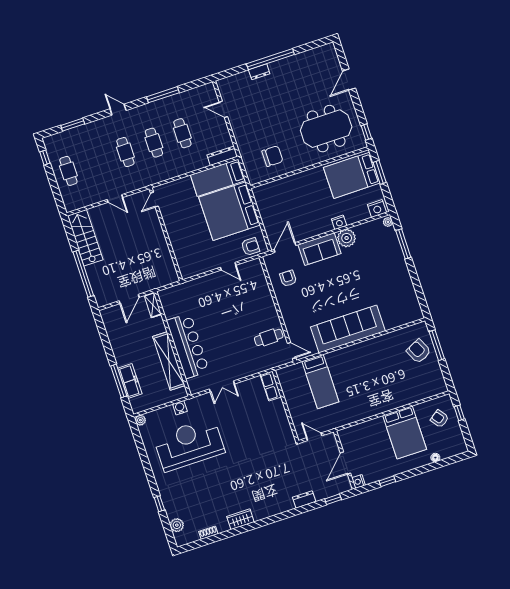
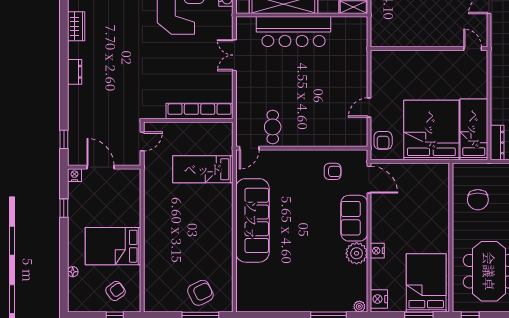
row of seats: (271, 386) -> (200, 111), width x2.02
dresser: (304, 499) -> (75, 72), moved

